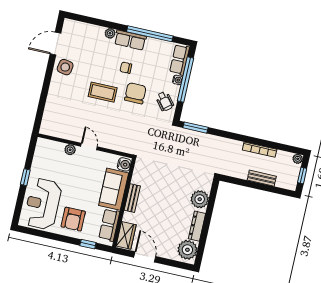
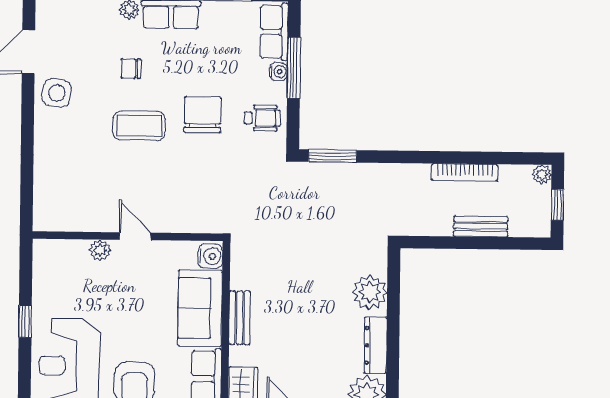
chair: (126, 68) -> (131, 69), moved
window: (186, 80) -> (294, 68), width x0.68
wheelchair: (165, 101) -> (262, 118), turned -51

